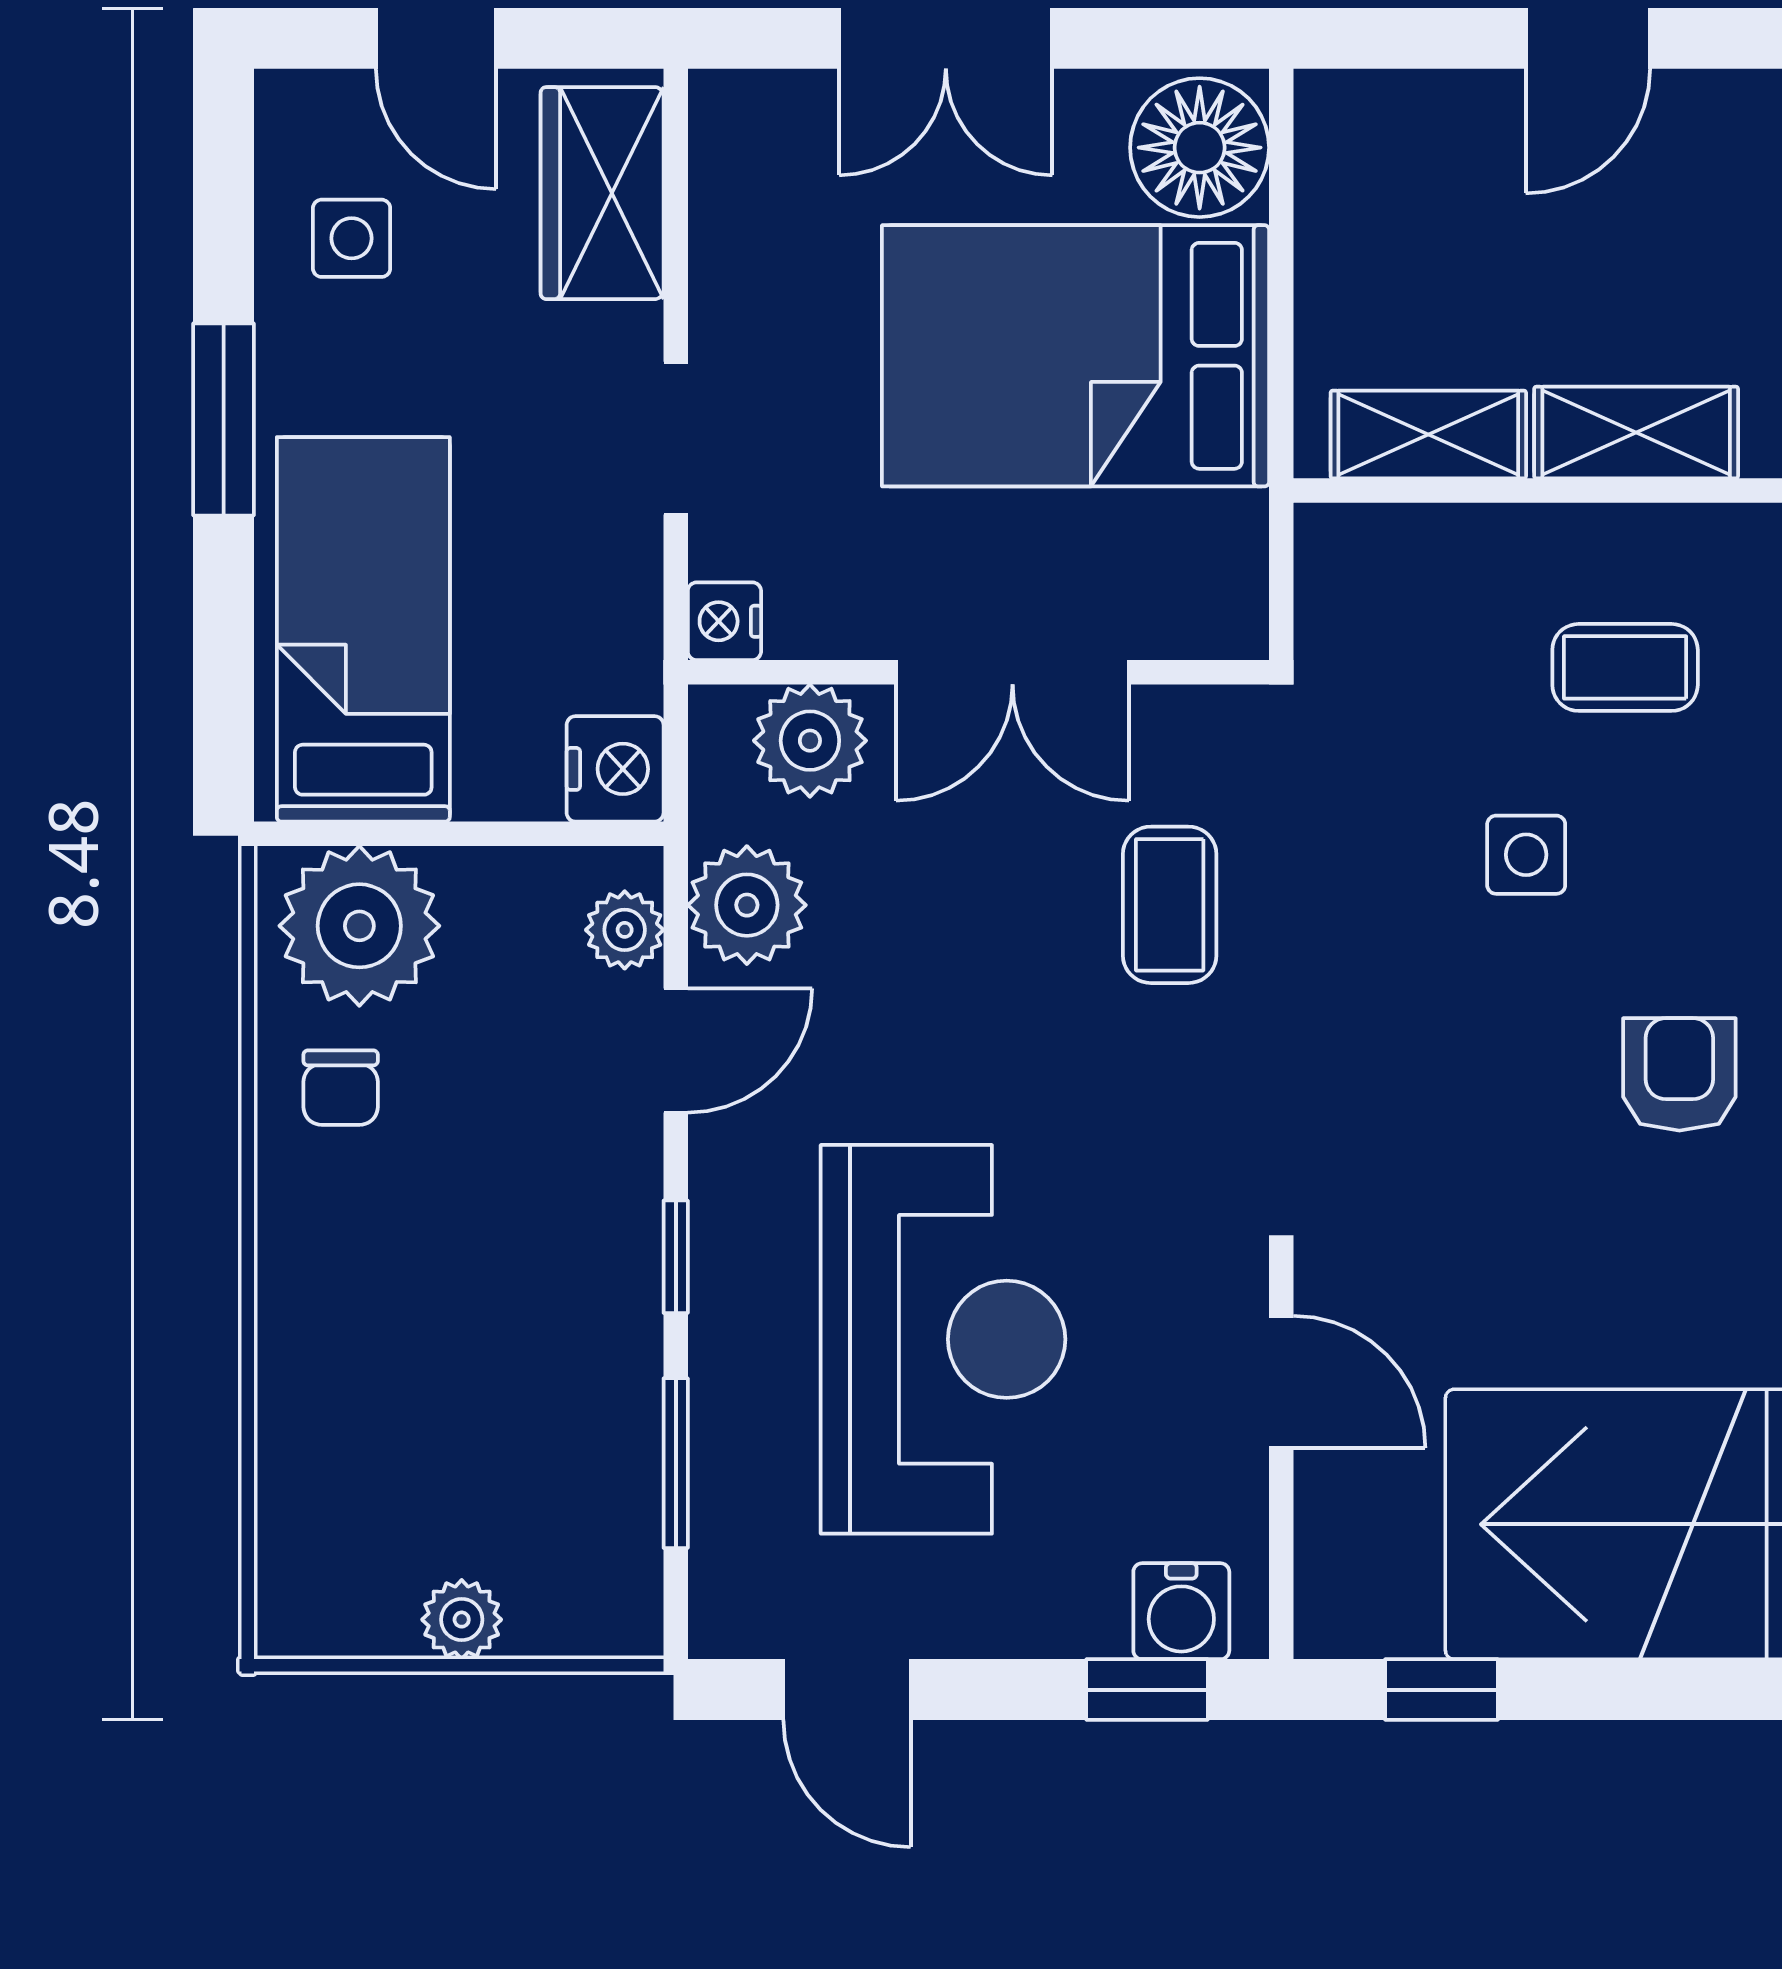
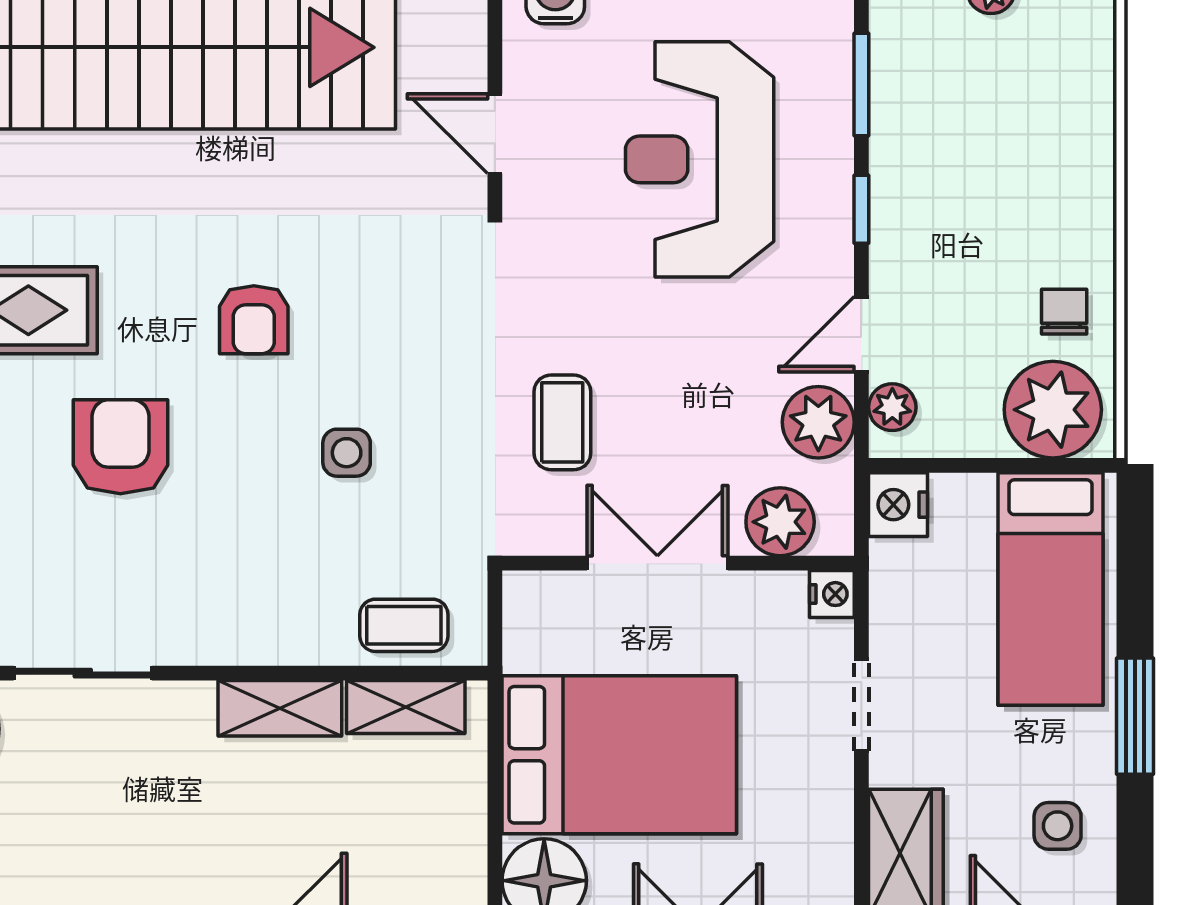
coffee table: (1625, 667) -> (404, 625), moved

